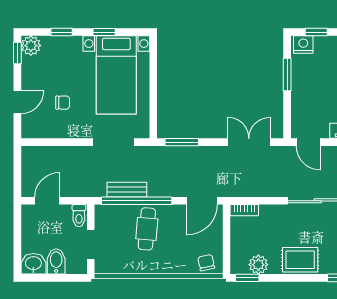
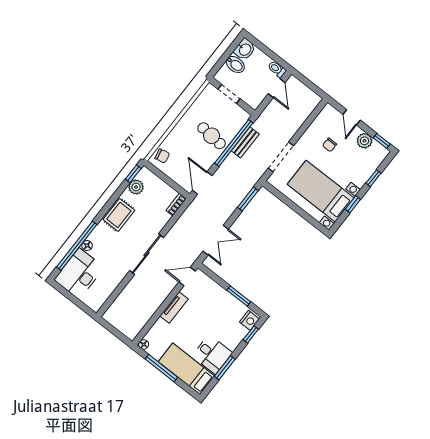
plant: (31, 46) -> (364, 141), moved
toilet: (79, 216) -> (277, 69), moved

